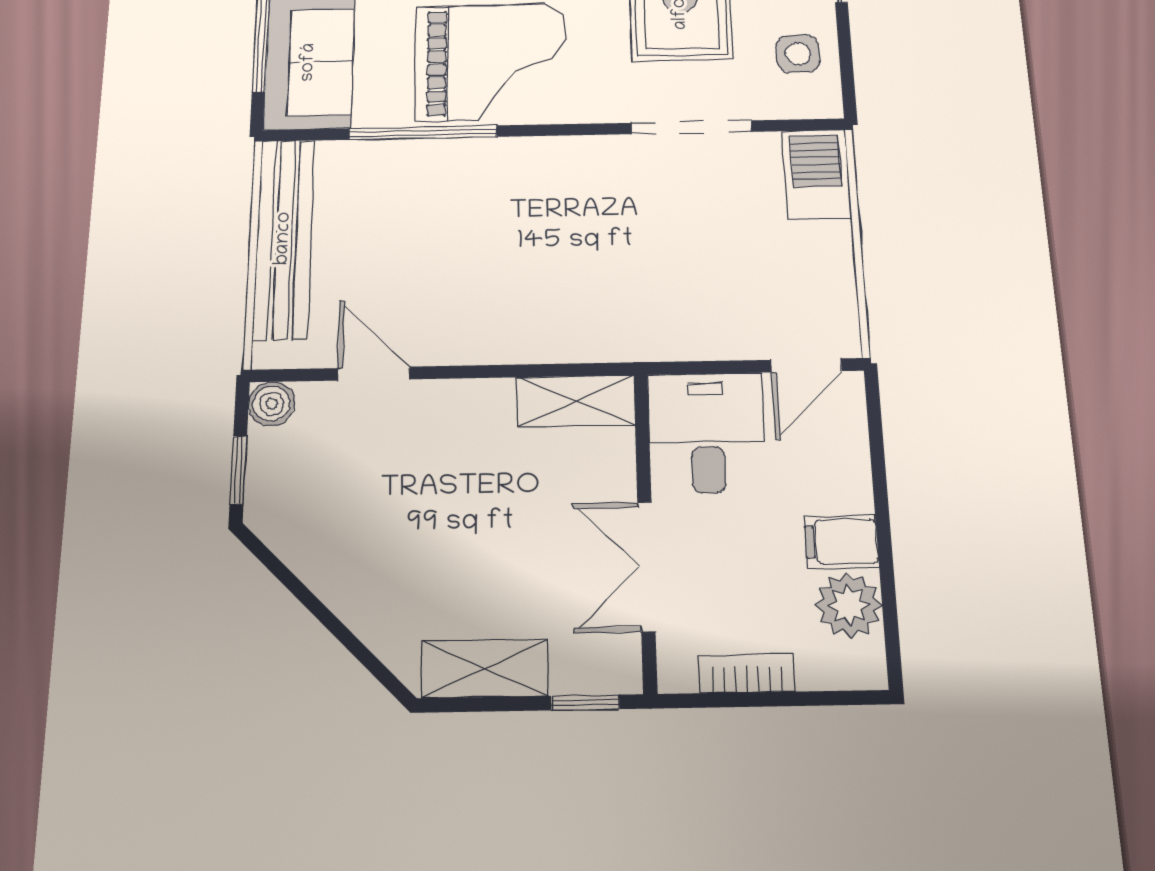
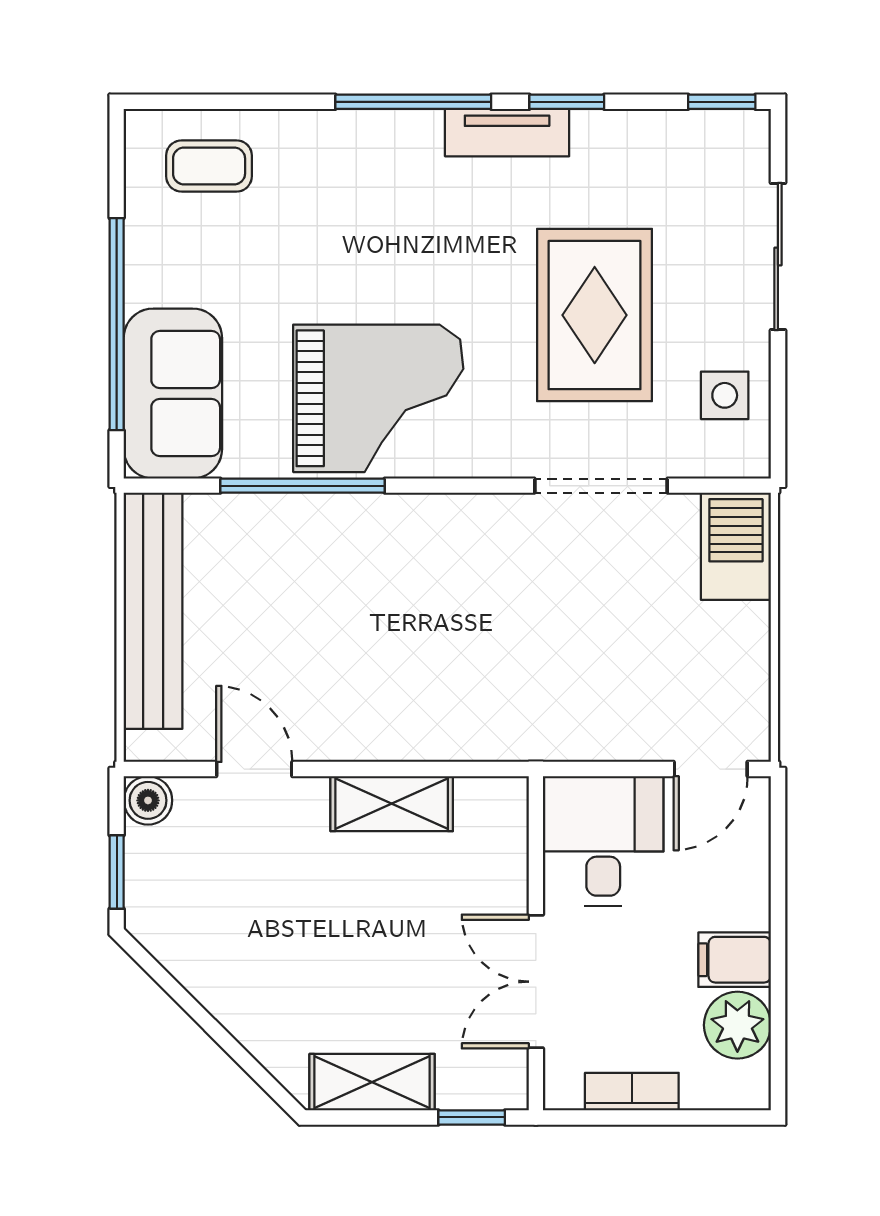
shelving: (576, 401) -> (392, 804), moved

